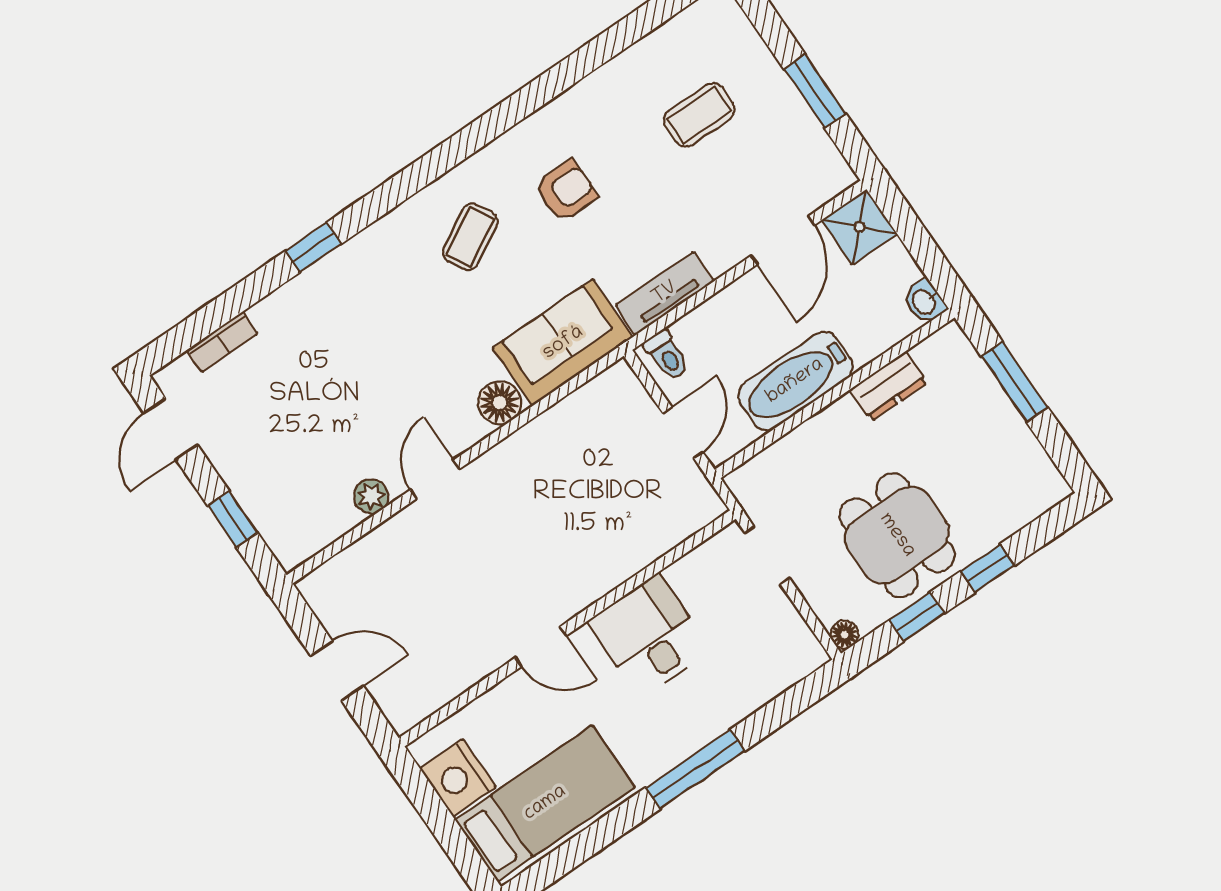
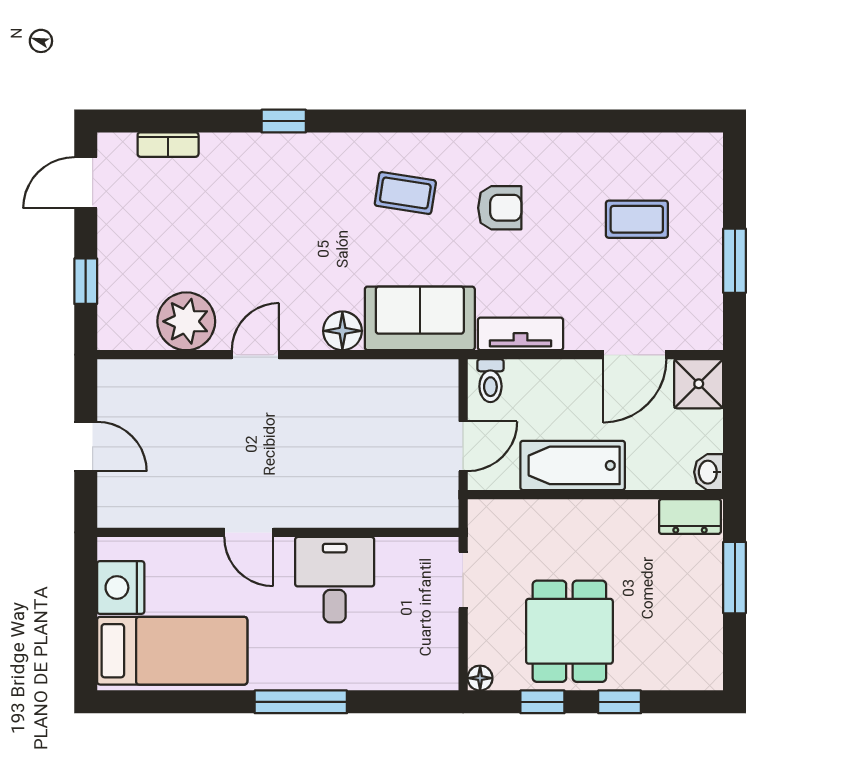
coffee table: (470, 237) -> (405, 193), turned 38
dresser: (889, 386) -> (690, 517), moved
plant: (371, 496) -> (186, 321), width x1.88, depth x1.88

